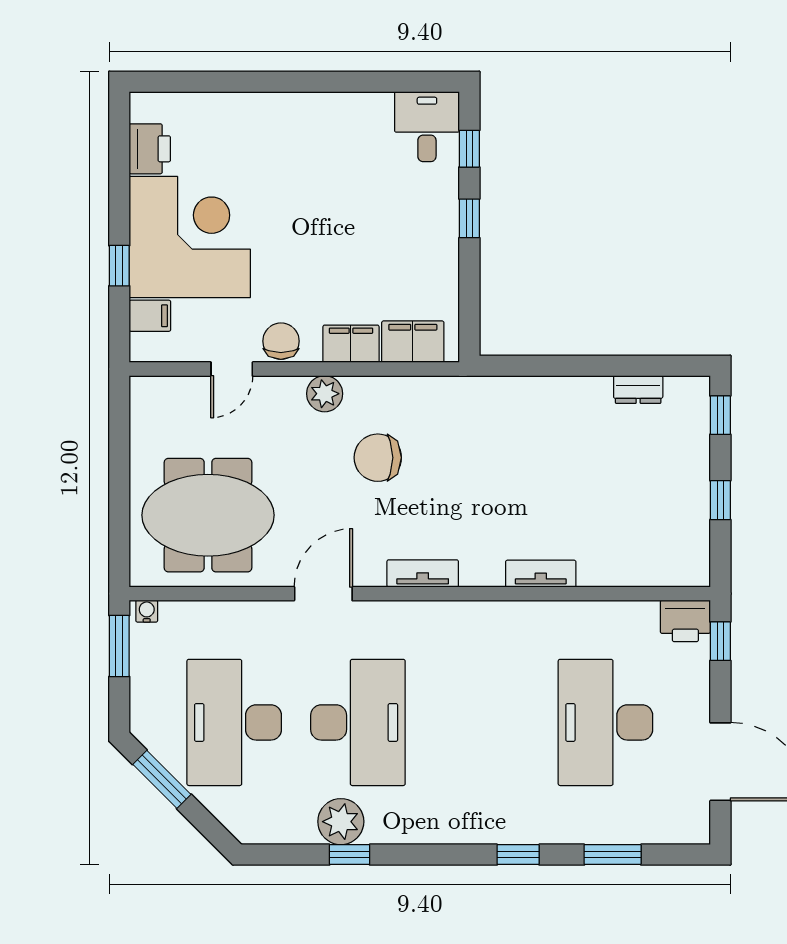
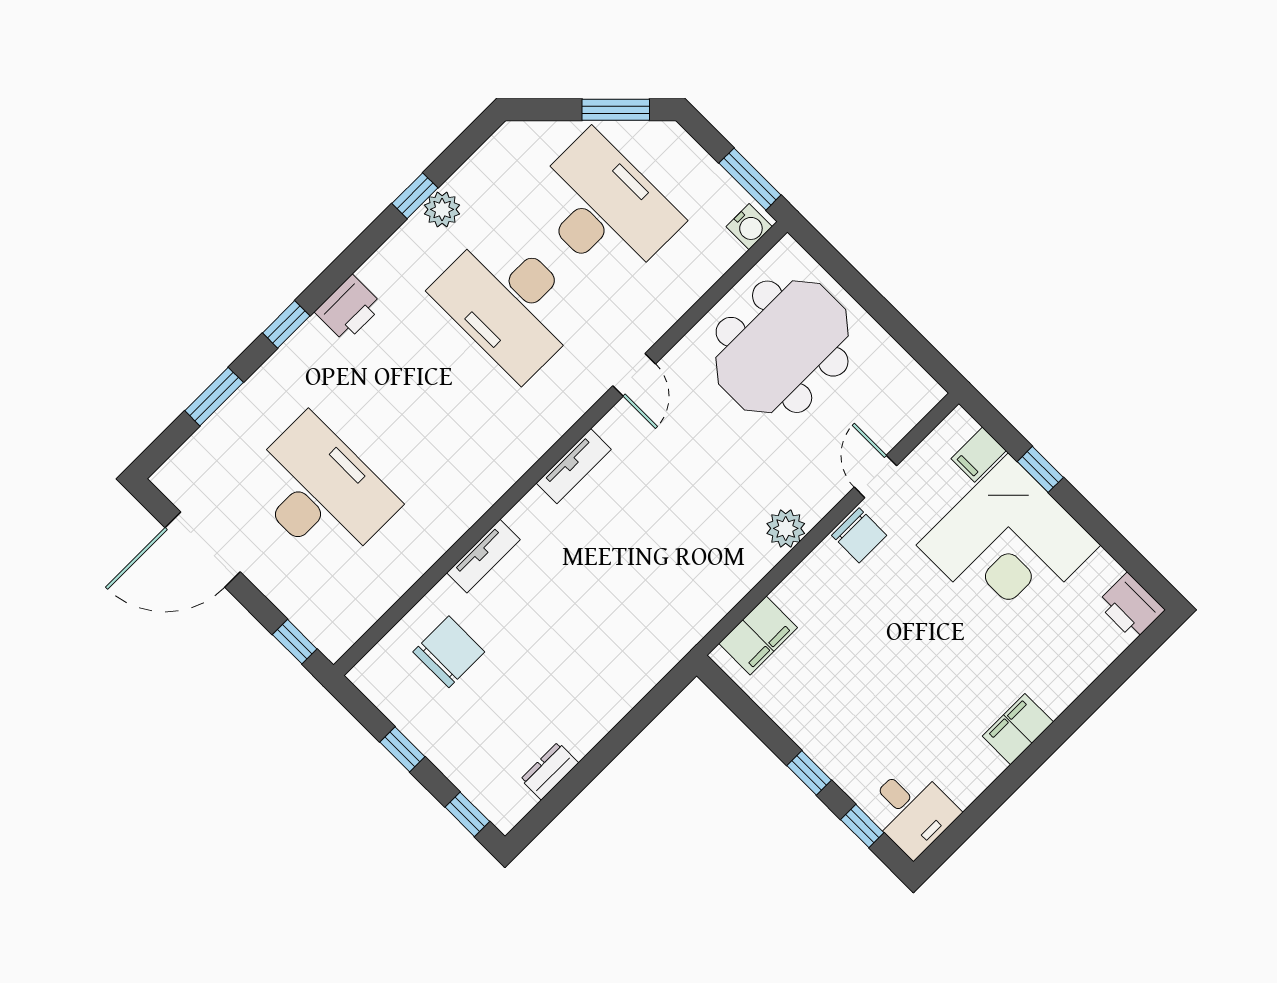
printer: (150, 149) -> (1131, 607), moved
filing cabinet: (351, 344) -> (1018, 729), moved, turned 180
chair: (378, 458) -> (449, 652), moved
door: (323, 594) -> (634, 375), width x0.73
water cooler: (147, 611) -> (749, 227), width x1.38, depth x1.38
printer: (685, 621) -> (349, 308), moved, turned 180
plant: (341, 822) -> (442, 209), width x0.73, depth x0.73

